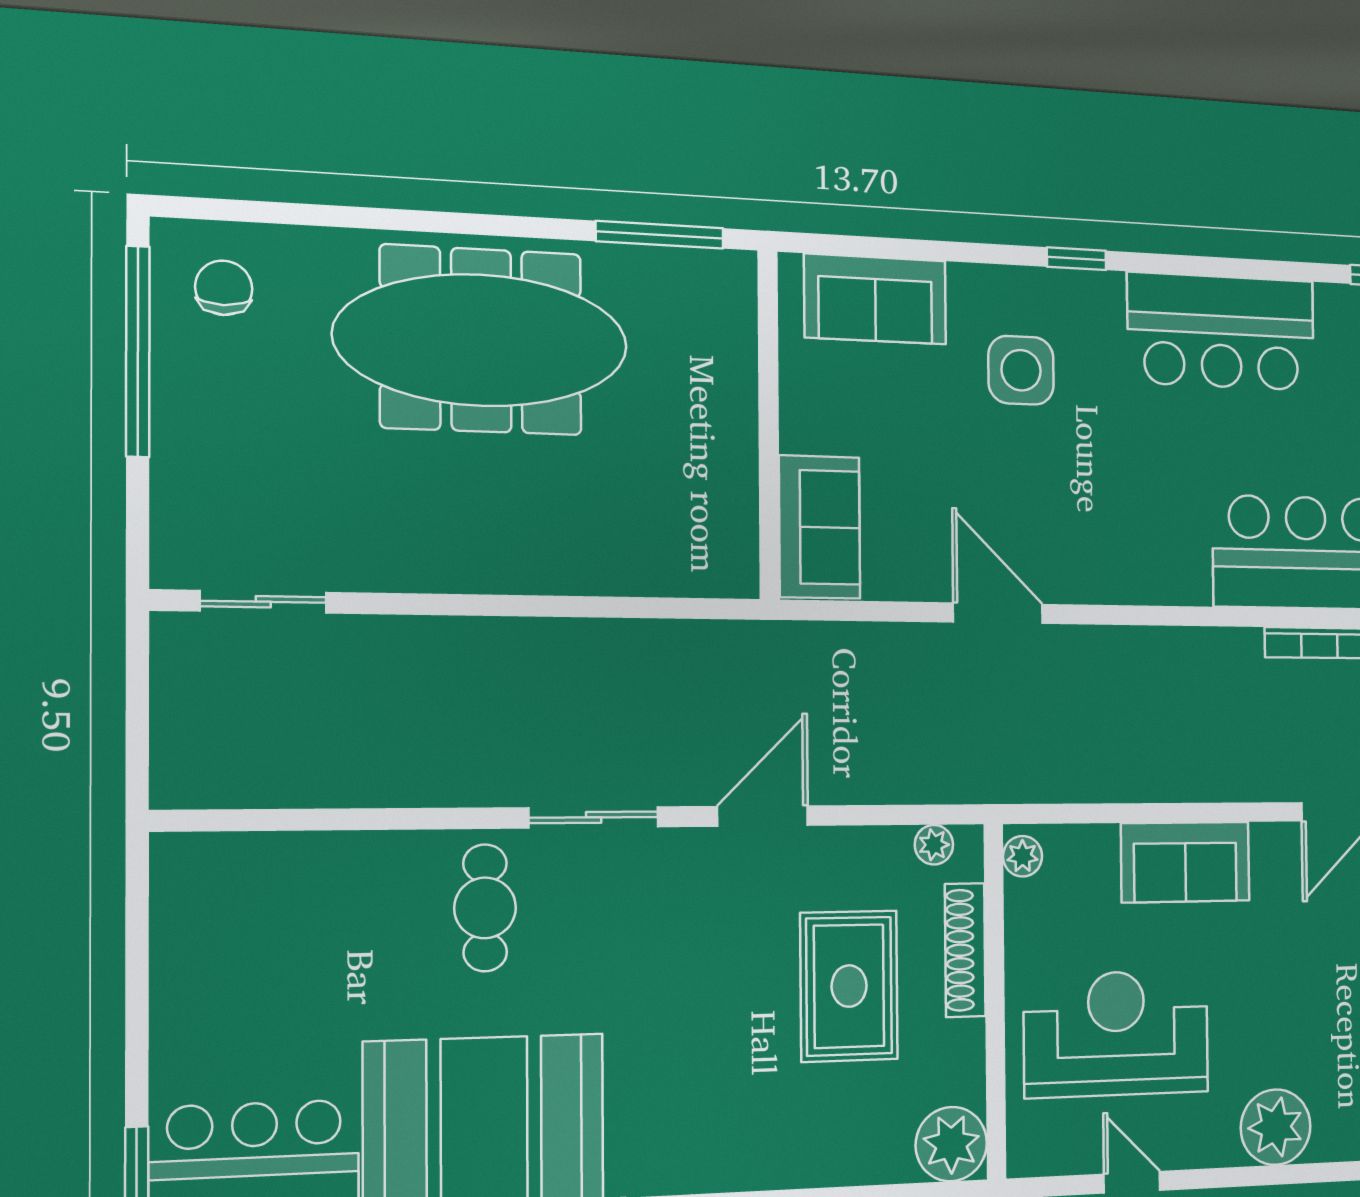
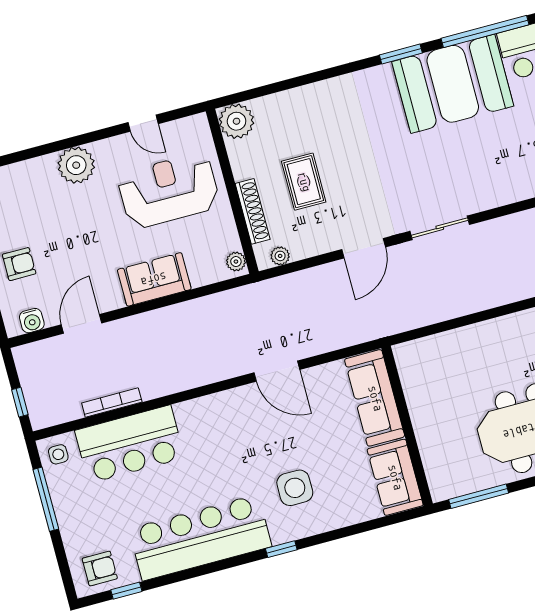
sofa: (875, 299) -> (395, 477), moved, turned -90
bar counter: (1221, 332) -> (200, 538), width x1.36
sofa: (820, 527) -> (375, 398), width x1.36
cafe table: (485, 908) -> (477, 176), removed
rug: (849, 986) -> (304, 182), width x0.73, depth x0.70
reception desk: (1116, 1034) -> (169, 191), turned 180

